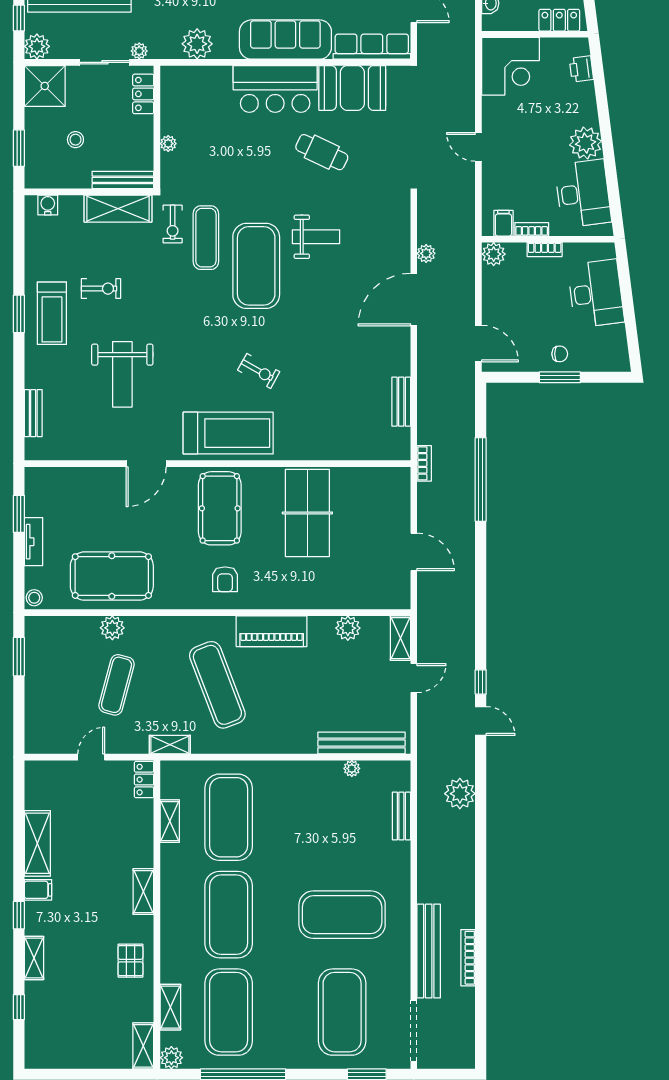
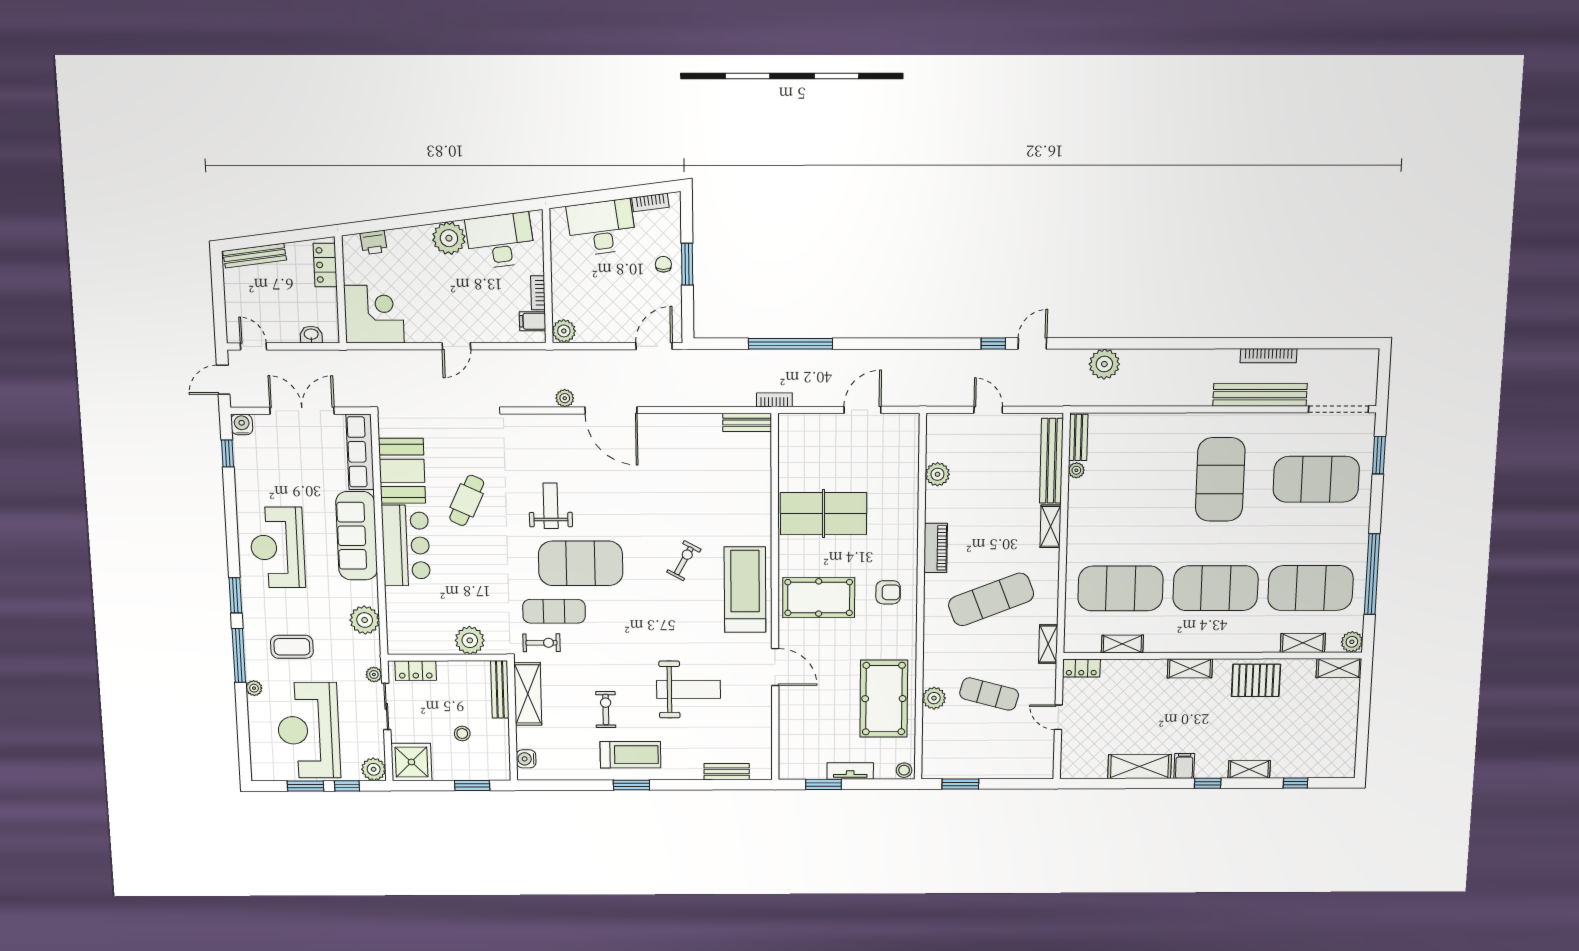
plant: (168, 144) -> (470, 640), width x1.87, depth x1.87
bookcase: (545, 250) -> (650, 202), moved, turned 83
bench: (401, 402) -> (747, 422), moved
piano: (272, 631) -> (936, 548), width x0.73, depth x0.75
shelving: (400, 638) -> (1051, 526), moved, turned 90
bench: (401, 816) -> (1078, 437), moved, turned 90
pallet: (130, 961) -> (1256, 680), width x1.50, depth x1.42

